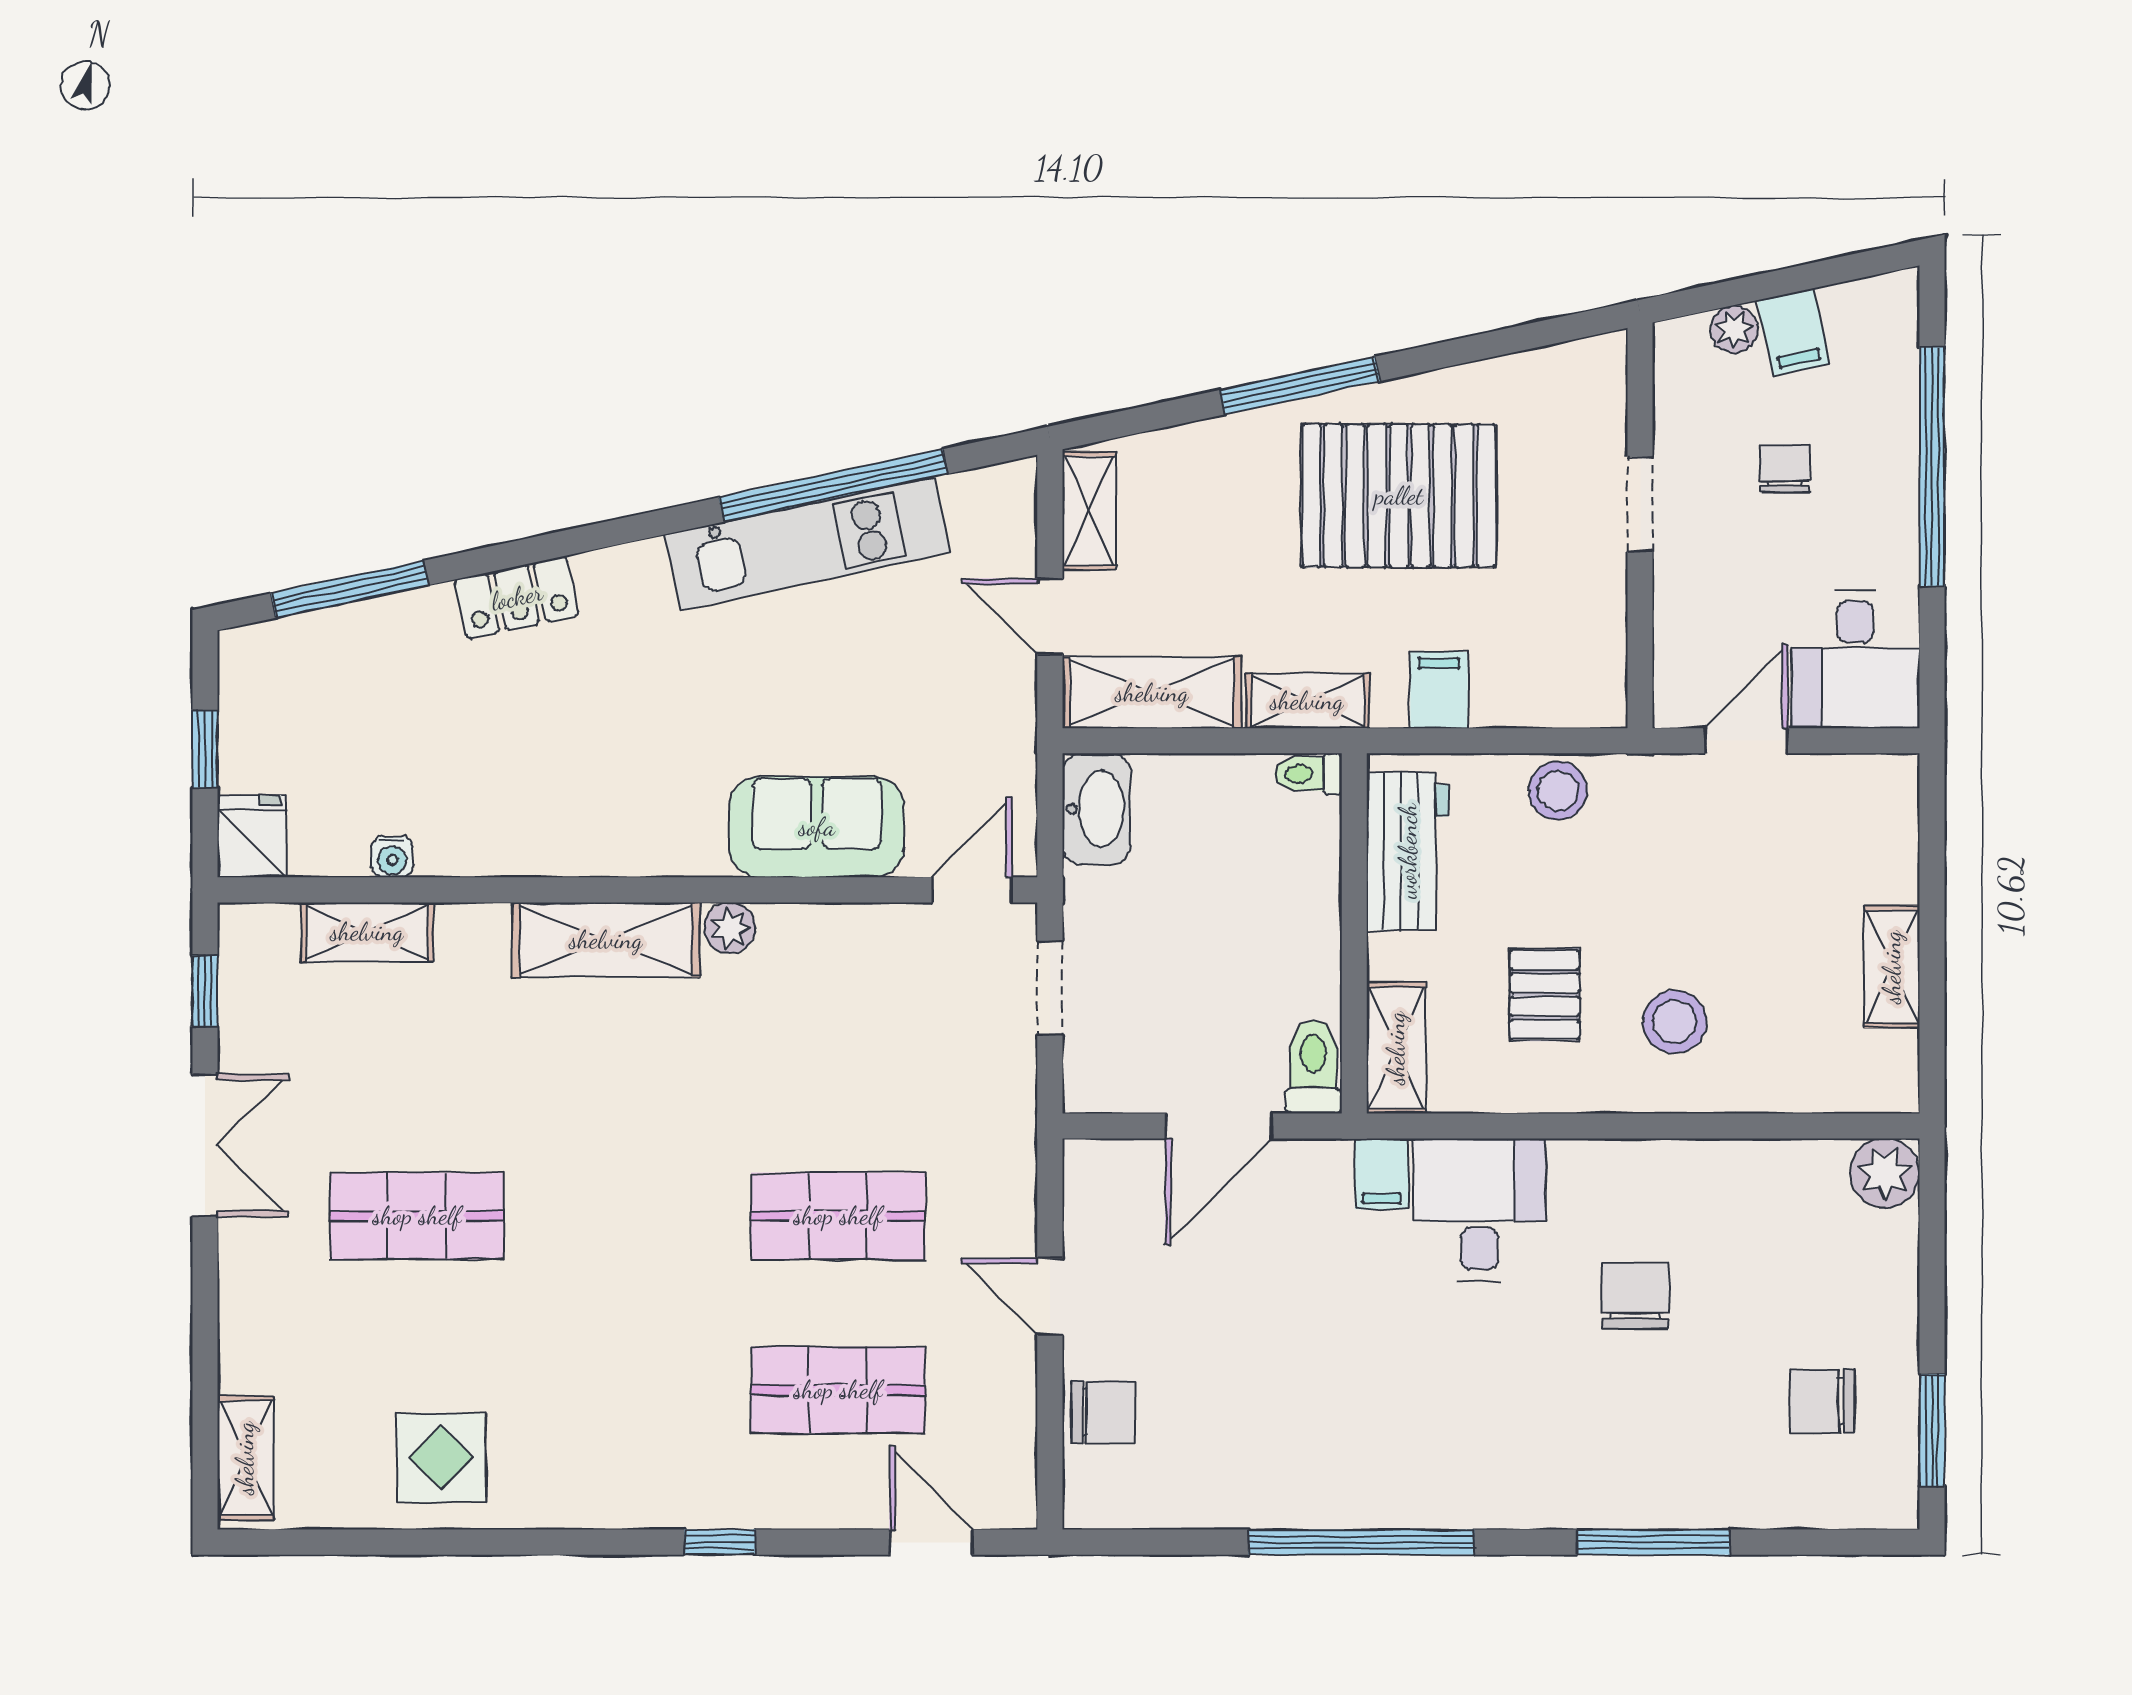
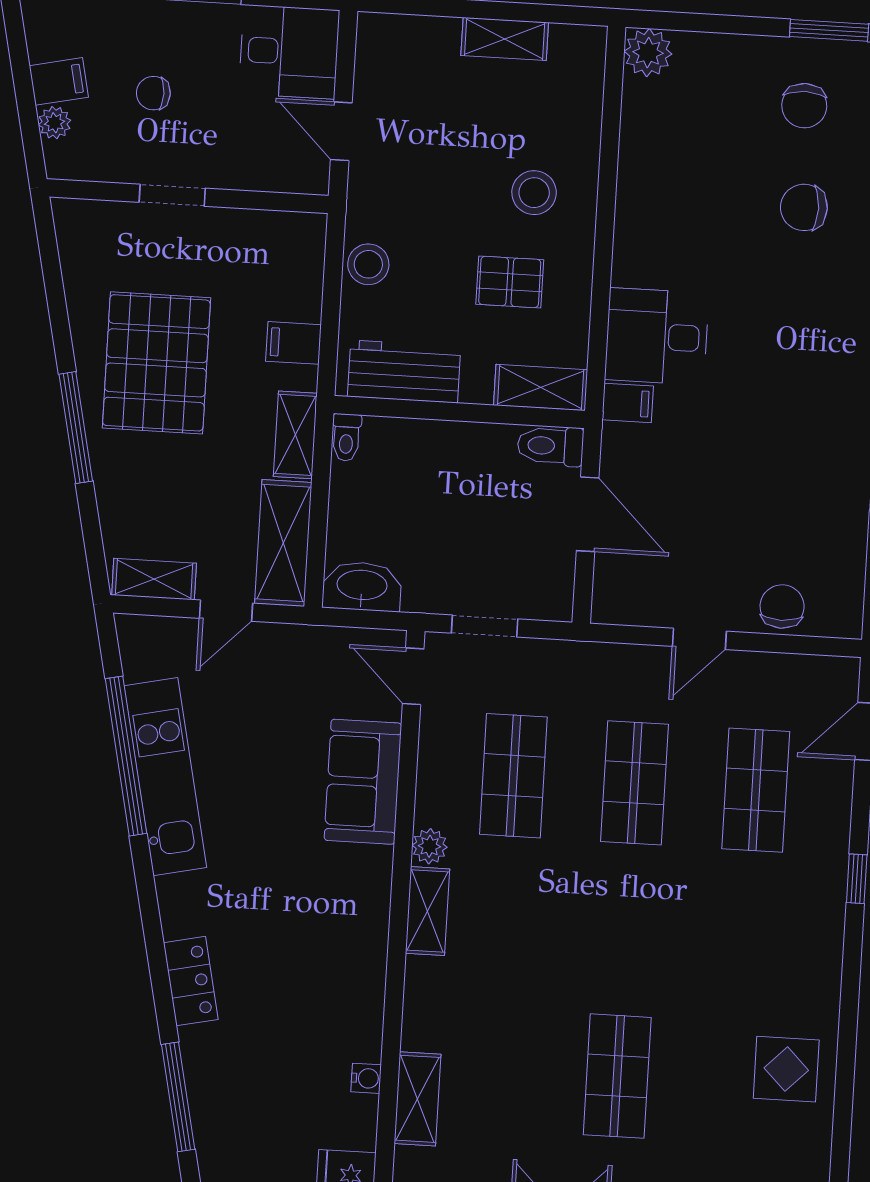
shelving: (606, 940) -> (427, 911), width x0.67, depth x0.75
shop shelf: (838, 1042) -> (513, 776), added
chair: (1635, 1296) -> (804, 207), moved

